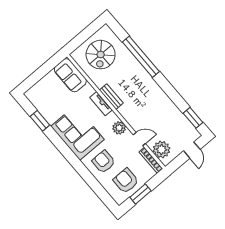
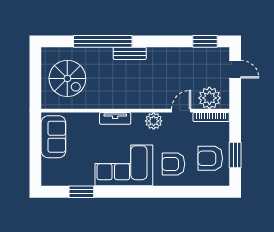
sofa: (70, 75) -> (53, 137), moved, turned -90
bench: (111, 97) -> (130, 53), moved

